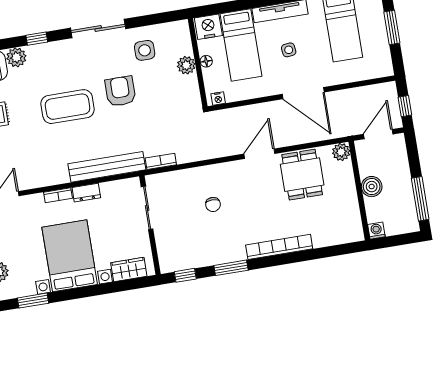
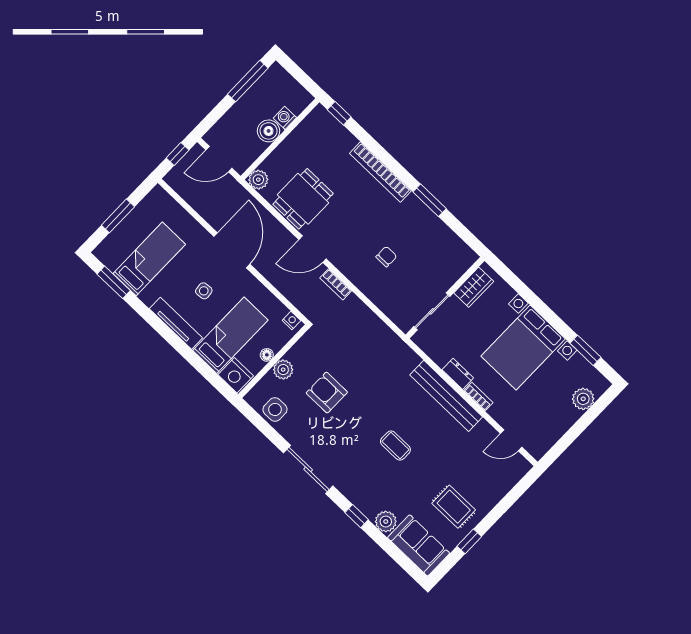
side table: (145, 50) -> (275, 409), moved
armchair: (120, 91) -> (327, 393), moved, turned 90
coffee table: (68, 107) -> (395, 446), width x0.54, depth x0.58
bookcase: (161, 161) -> (336, 284), moved
bench: (107, 167) -> (446, 396), moved
washing machine: (376, 231) -> (285, 118), moved, turned 90
wardrobe: (129, 269) -> (474, 287), moved, turned -90
window: (185, 275) -> (339, 113), moved

